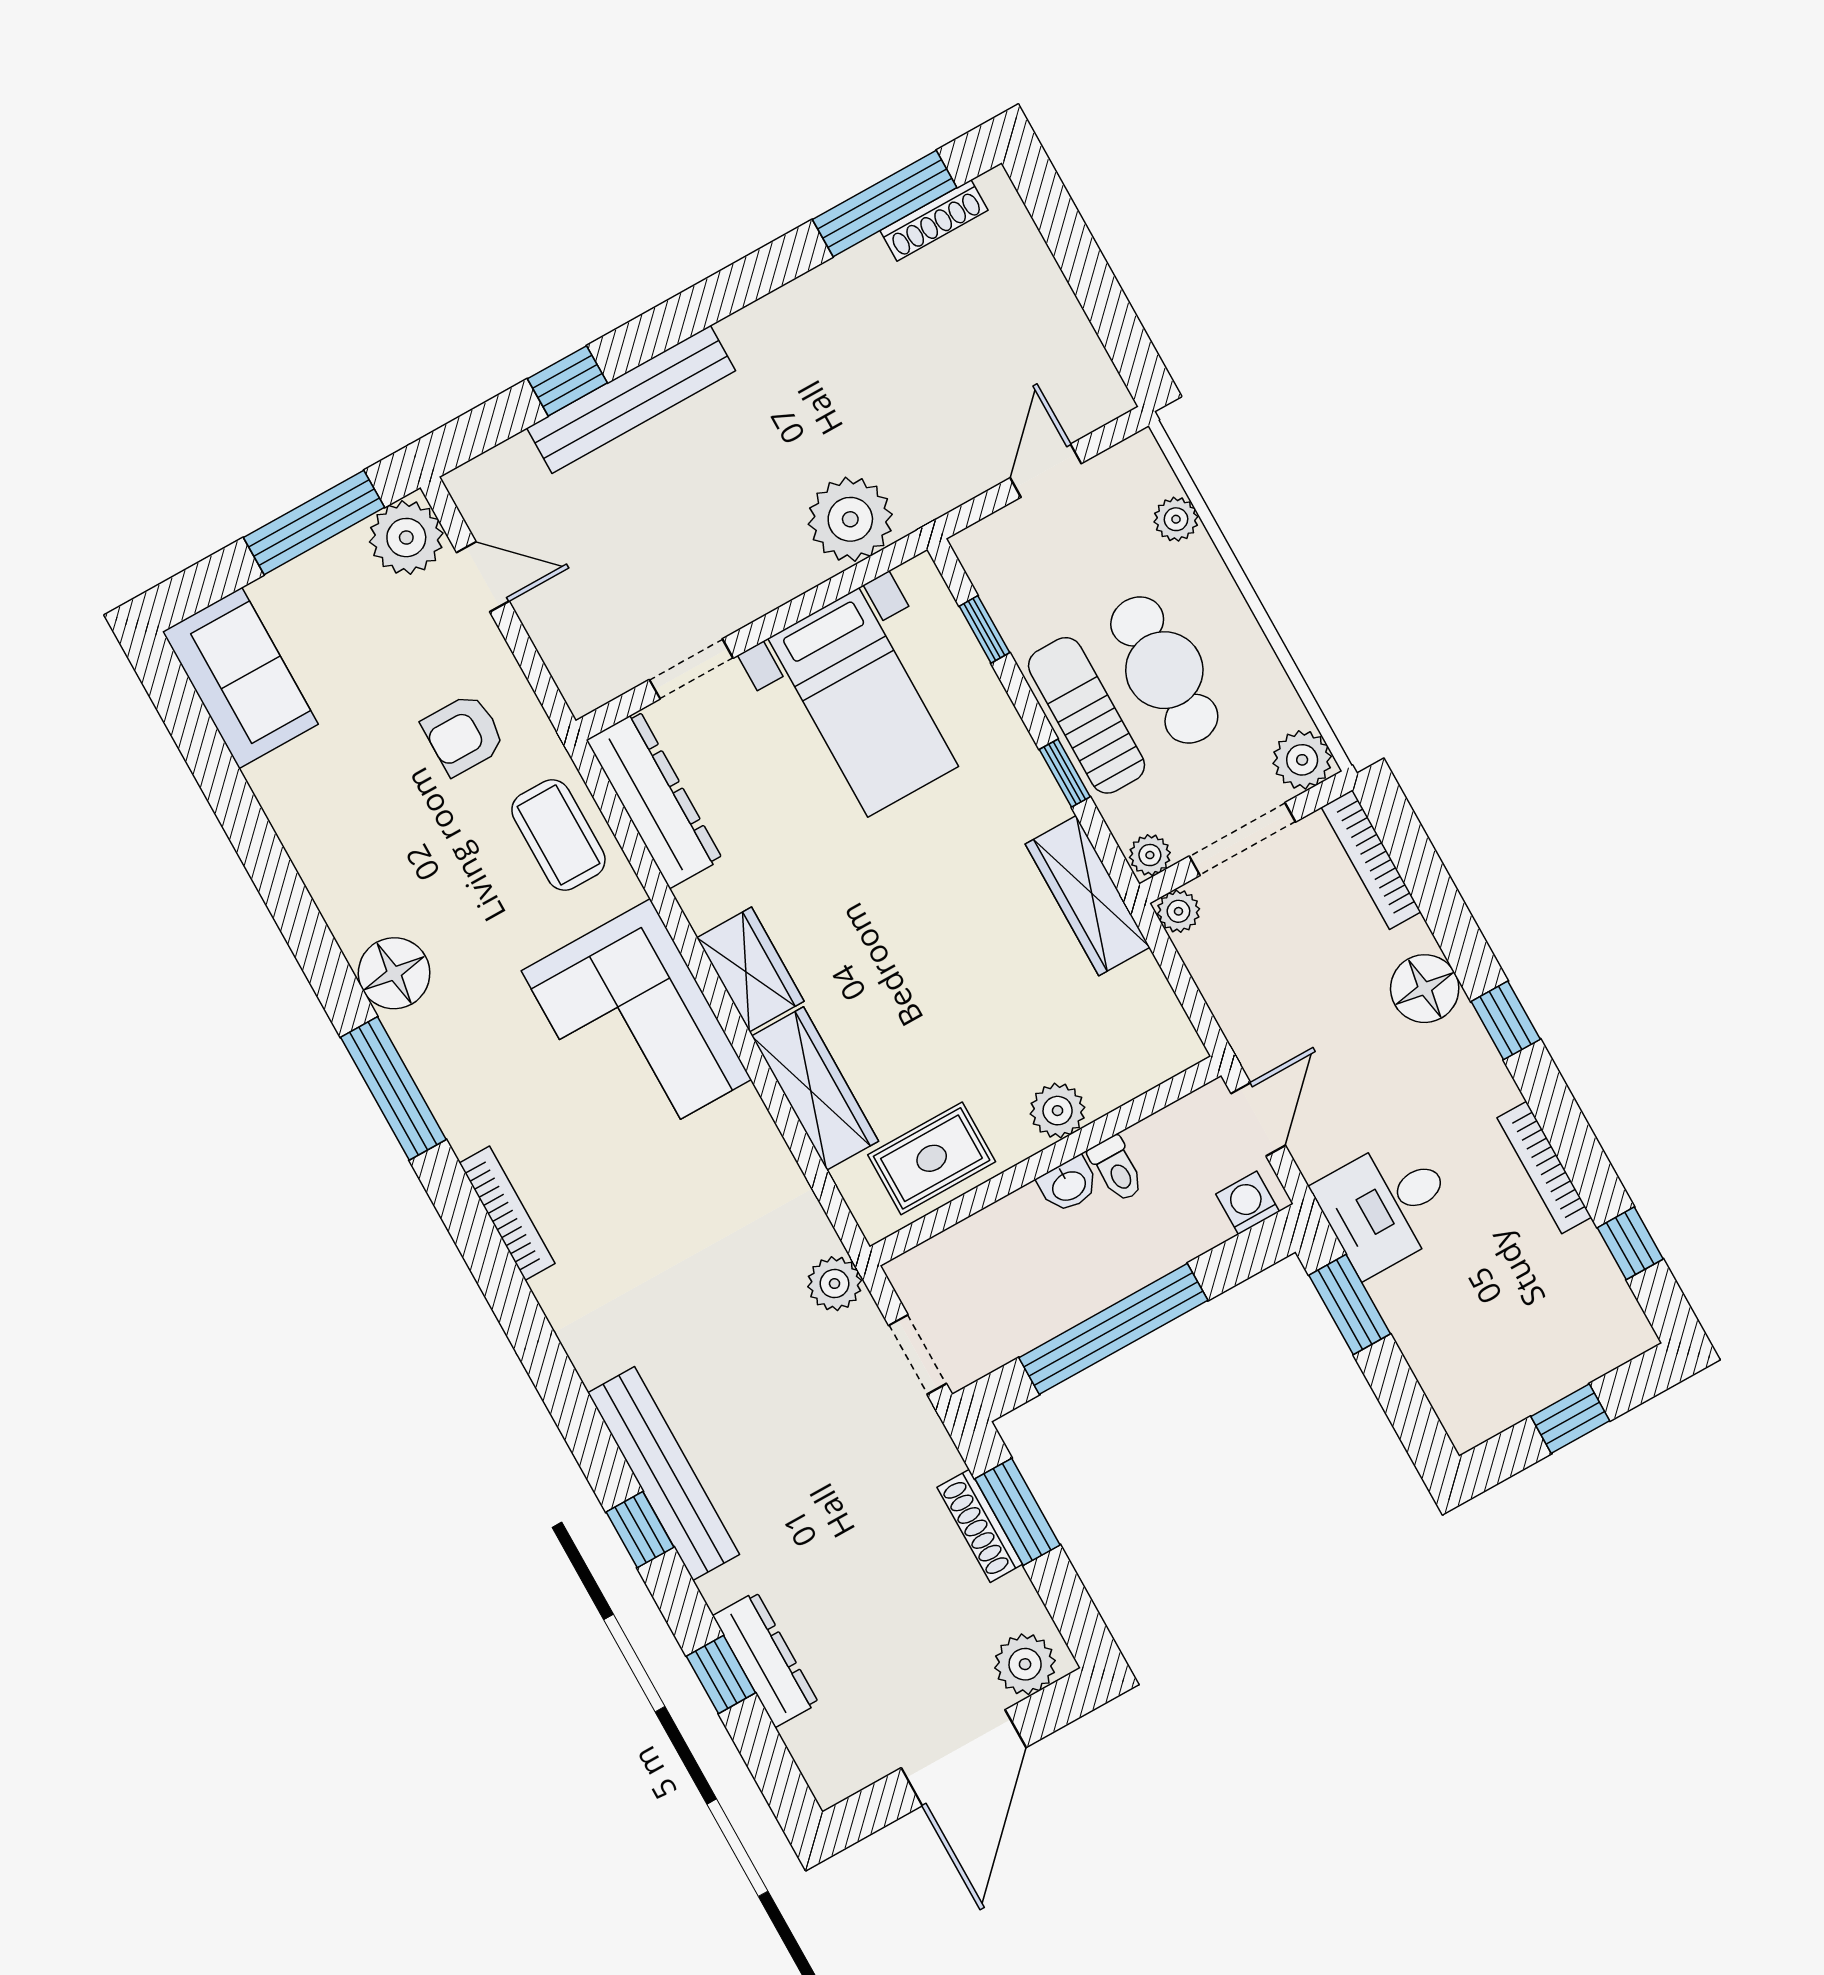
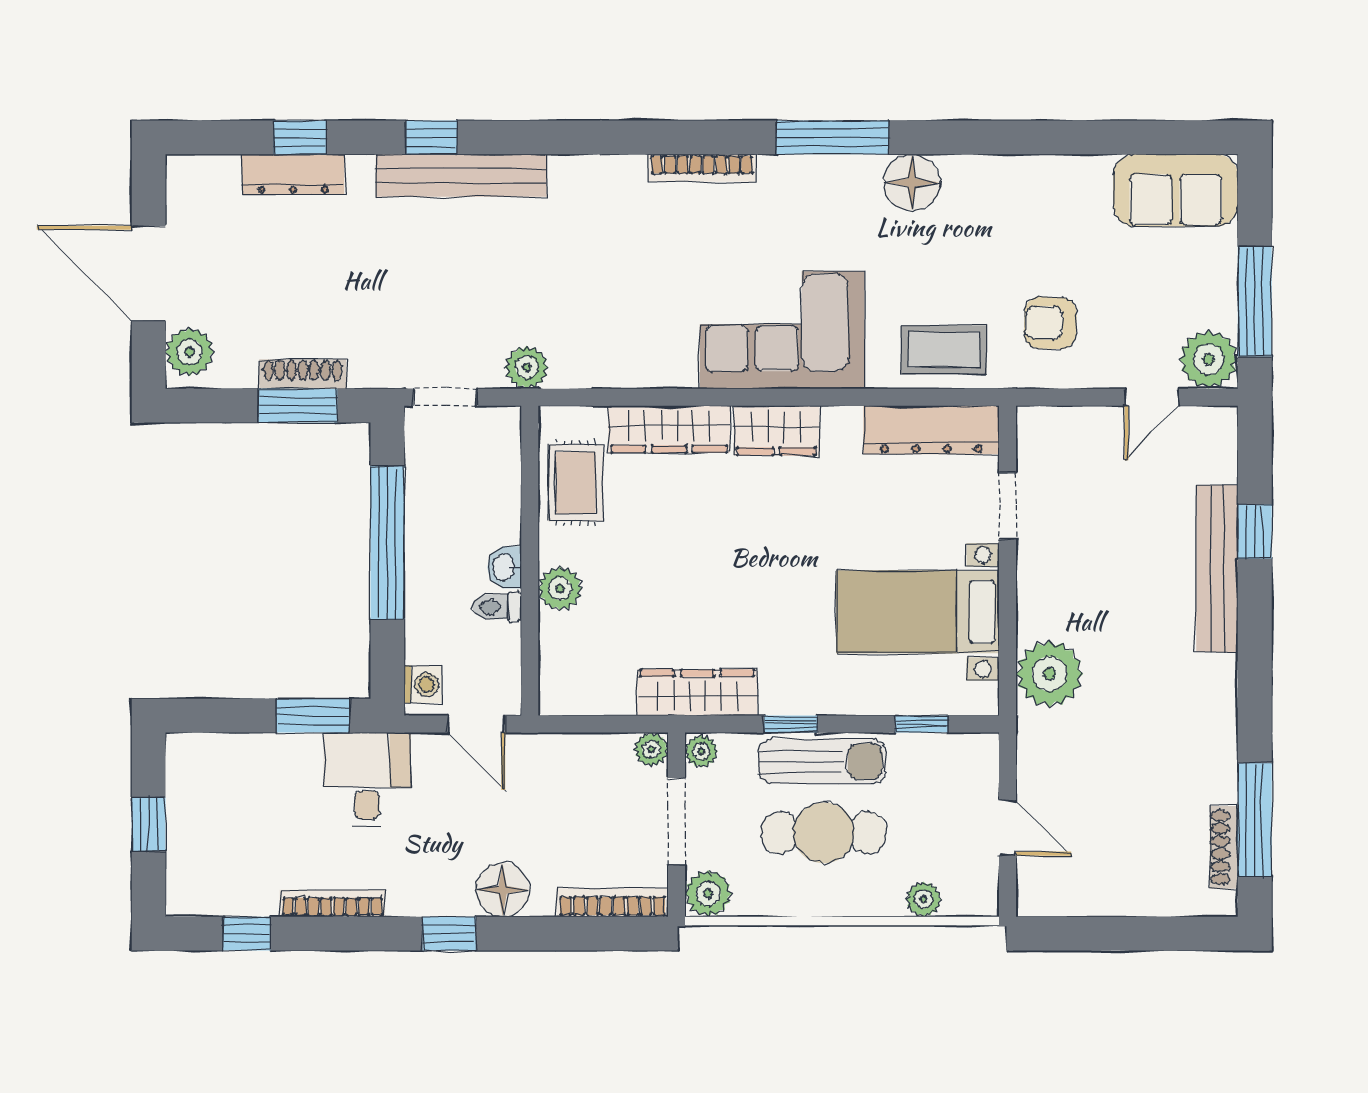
armchair: (463, 734) -> (1050, 323), turned -88

